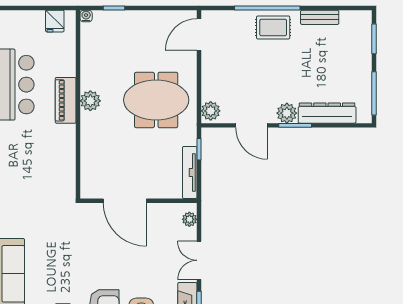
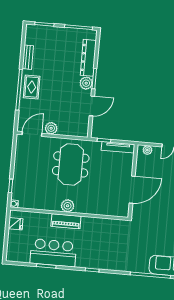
door: (199, 35) -> (32, 134), swing flipped
plant: (211, 111) -> (51, 128), moved

